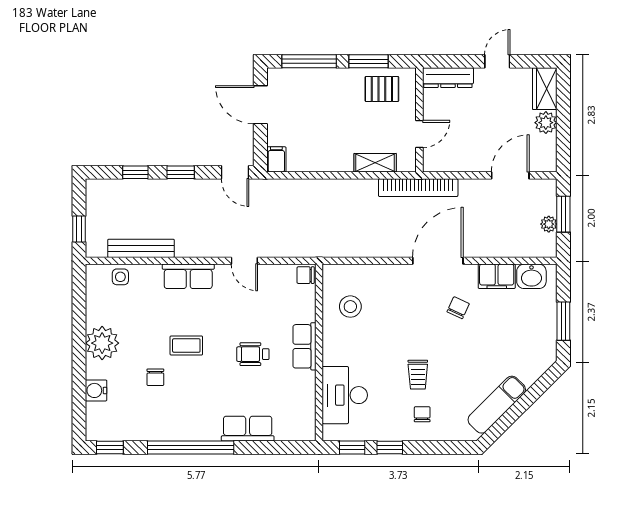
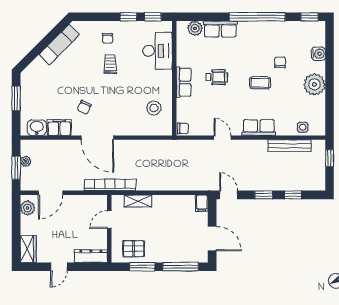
plant: (546, 123) -> (27, 208), moved
door: (438, 261) -> (97, 138), hinge flipped
plant: (287, 430) -> (195, 28), added

